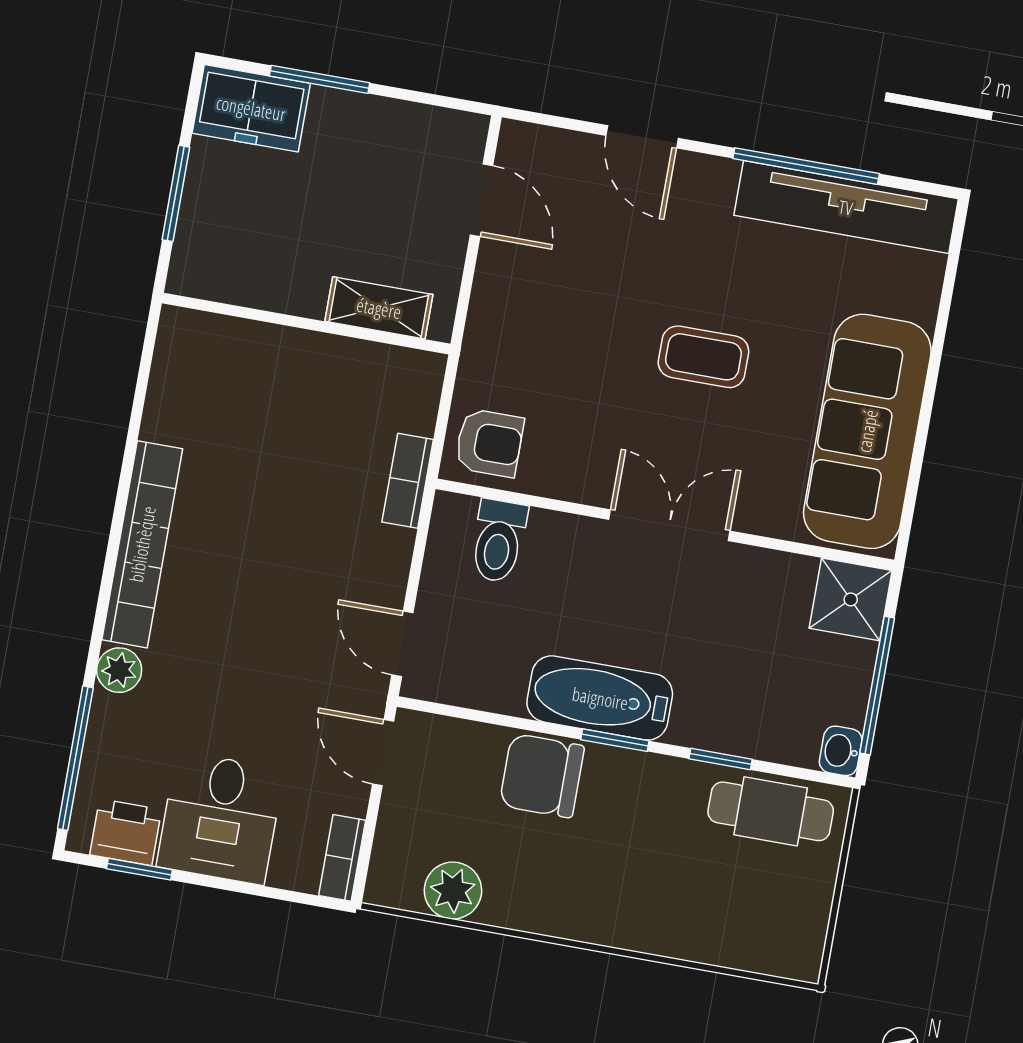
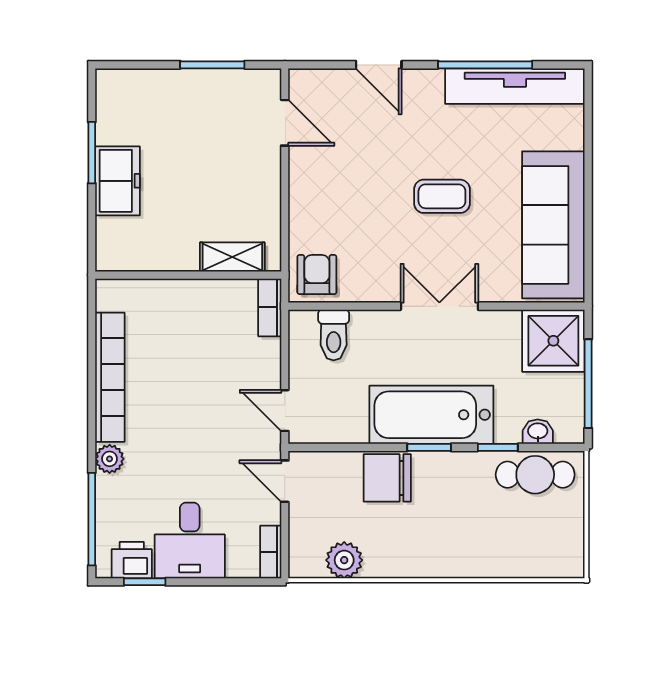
window: (320, 79) -> (212, 65), moved
freezer: (251, 108) -> (118, 181), moved, turned -90
shelving: (379, 308) -> (232, 257), moved
wall: (306, 324) -> (188, 275), moved
armchair: (489, 443) -> (317, 274), turned -90
shower: (851, 599) -> (553, 341), width x1.36, depth x1.36
bathtub: (600, 698) -> (431, 415), width x1.36, depth x1.36
washbasin: (841, 751) -> (538, 432), moved, turned 90

